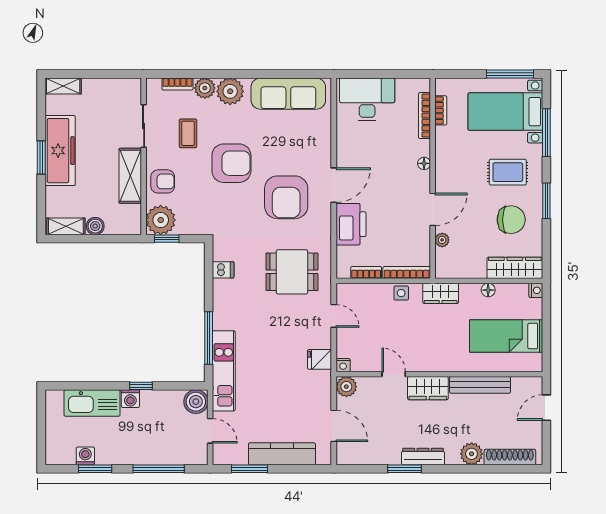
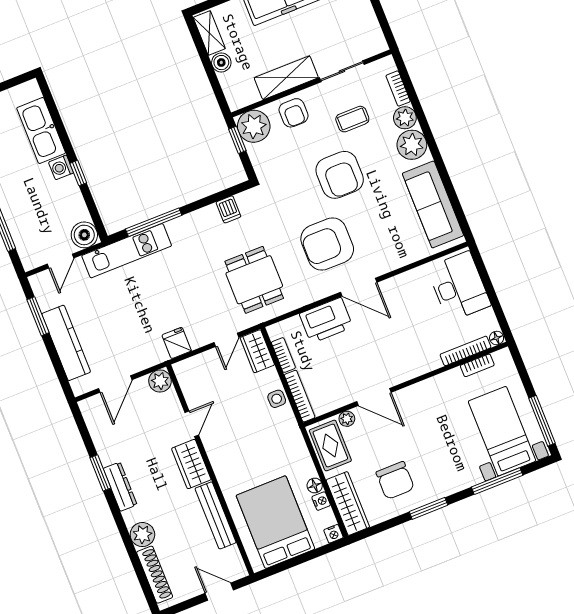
floor lamp: (424, 163) -> (497, 338), moved
rug: (508, 172) -> (330, 445), moved
wardrobe: (441, 293) -> (257, 351), moved
bed: (506, 336) -> (275, 522), width x1.50
nightstand: (343, 365) -> (321, 501), moved, turned 180

